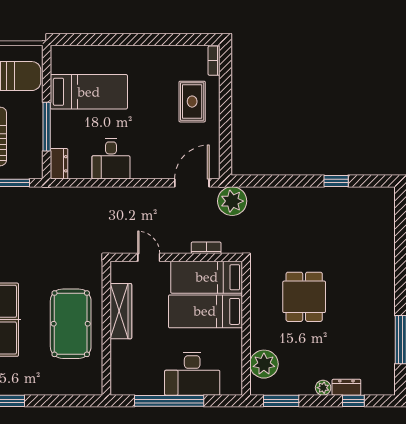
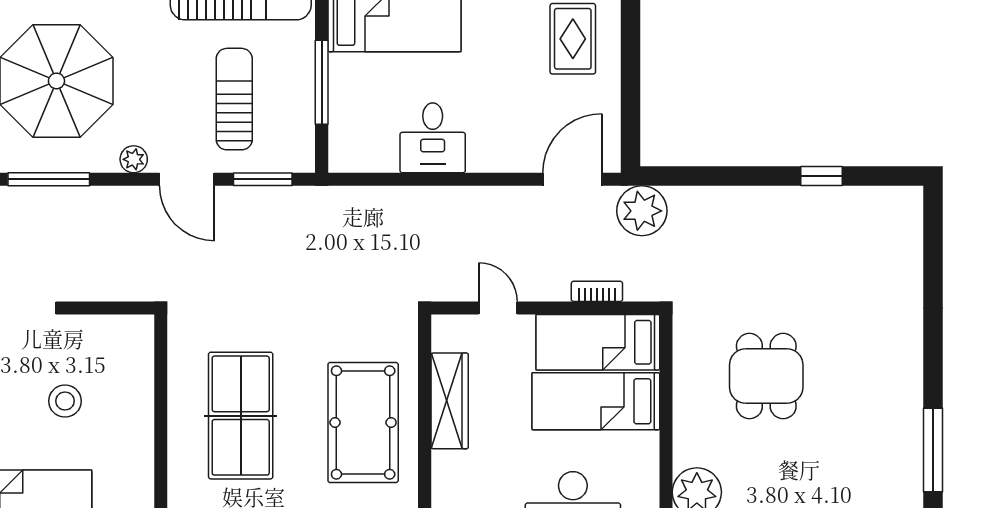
dresser: (59, 164) -> (343, 146), removed

